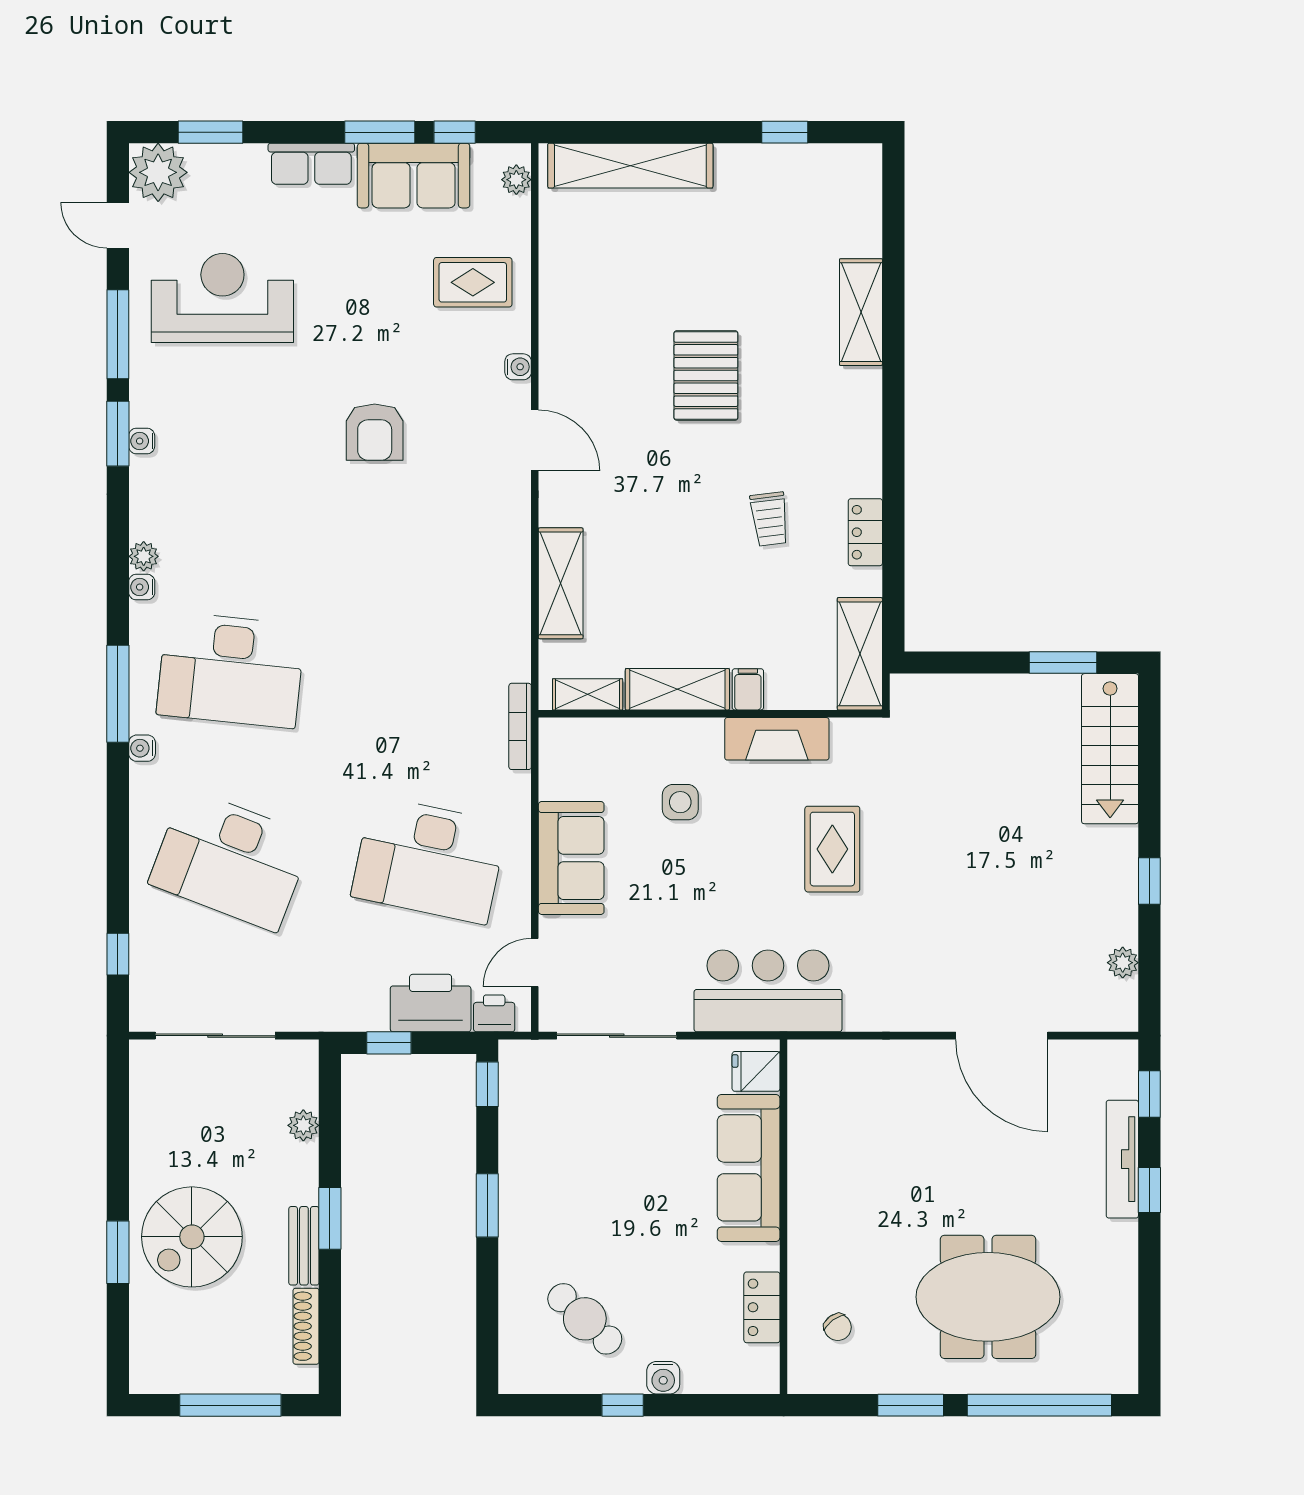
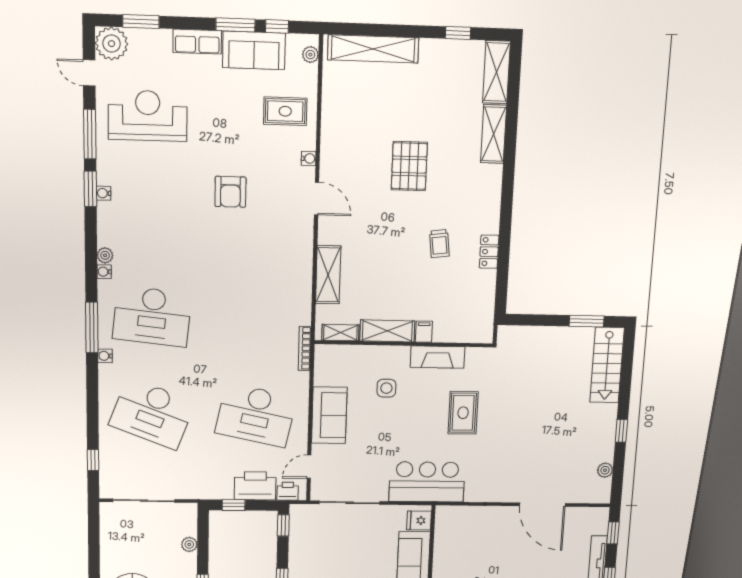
shelving: (860, 654) -> (496, 72), moved

